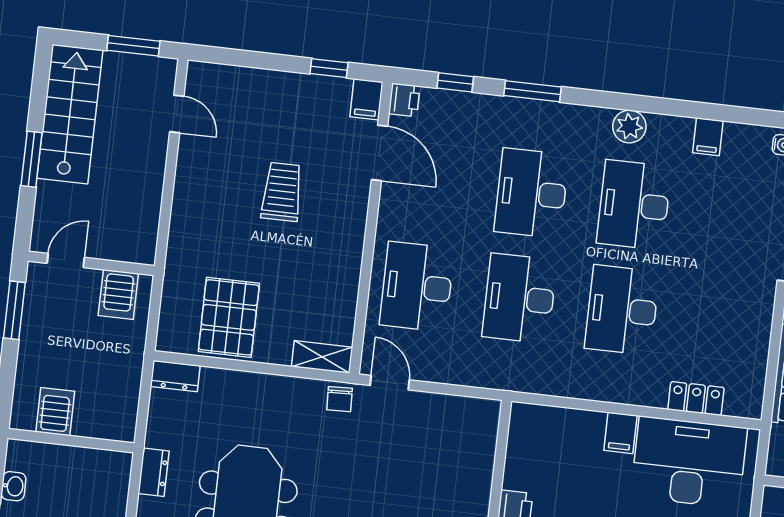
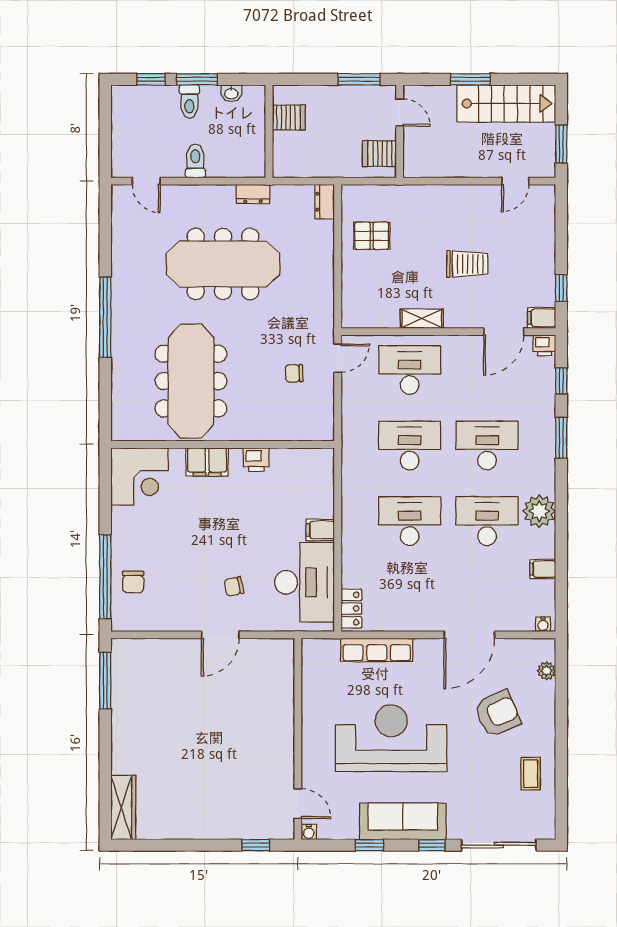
plant: (629, 127) -> (539, 511), width x1.36, depth x1.36
pallet: (229, 317) -> (372, 236), width x0.67, depth x0.71
shelving: (322, 357) -> (422, 319), moved, turned 90
chair: (340, 399) -> (294, 373), moved
locker: (696, 399) -> (351, 609), moved

